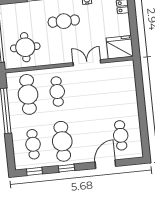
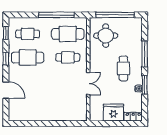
fridge: (120, 47) -> (113, 113), moved, turned -90
cafe table: (121, 135) -> (28, 105), removed

